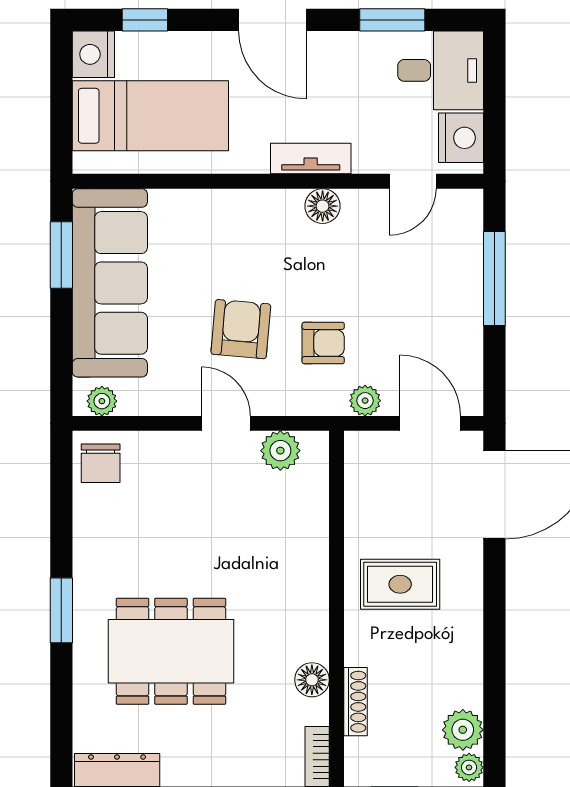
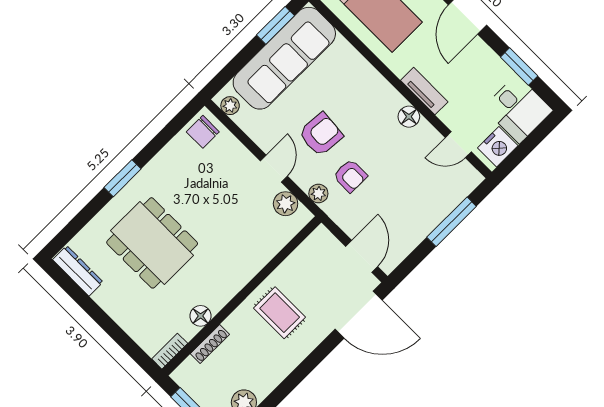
plant: (365, 401) -> (318, 194), moved

